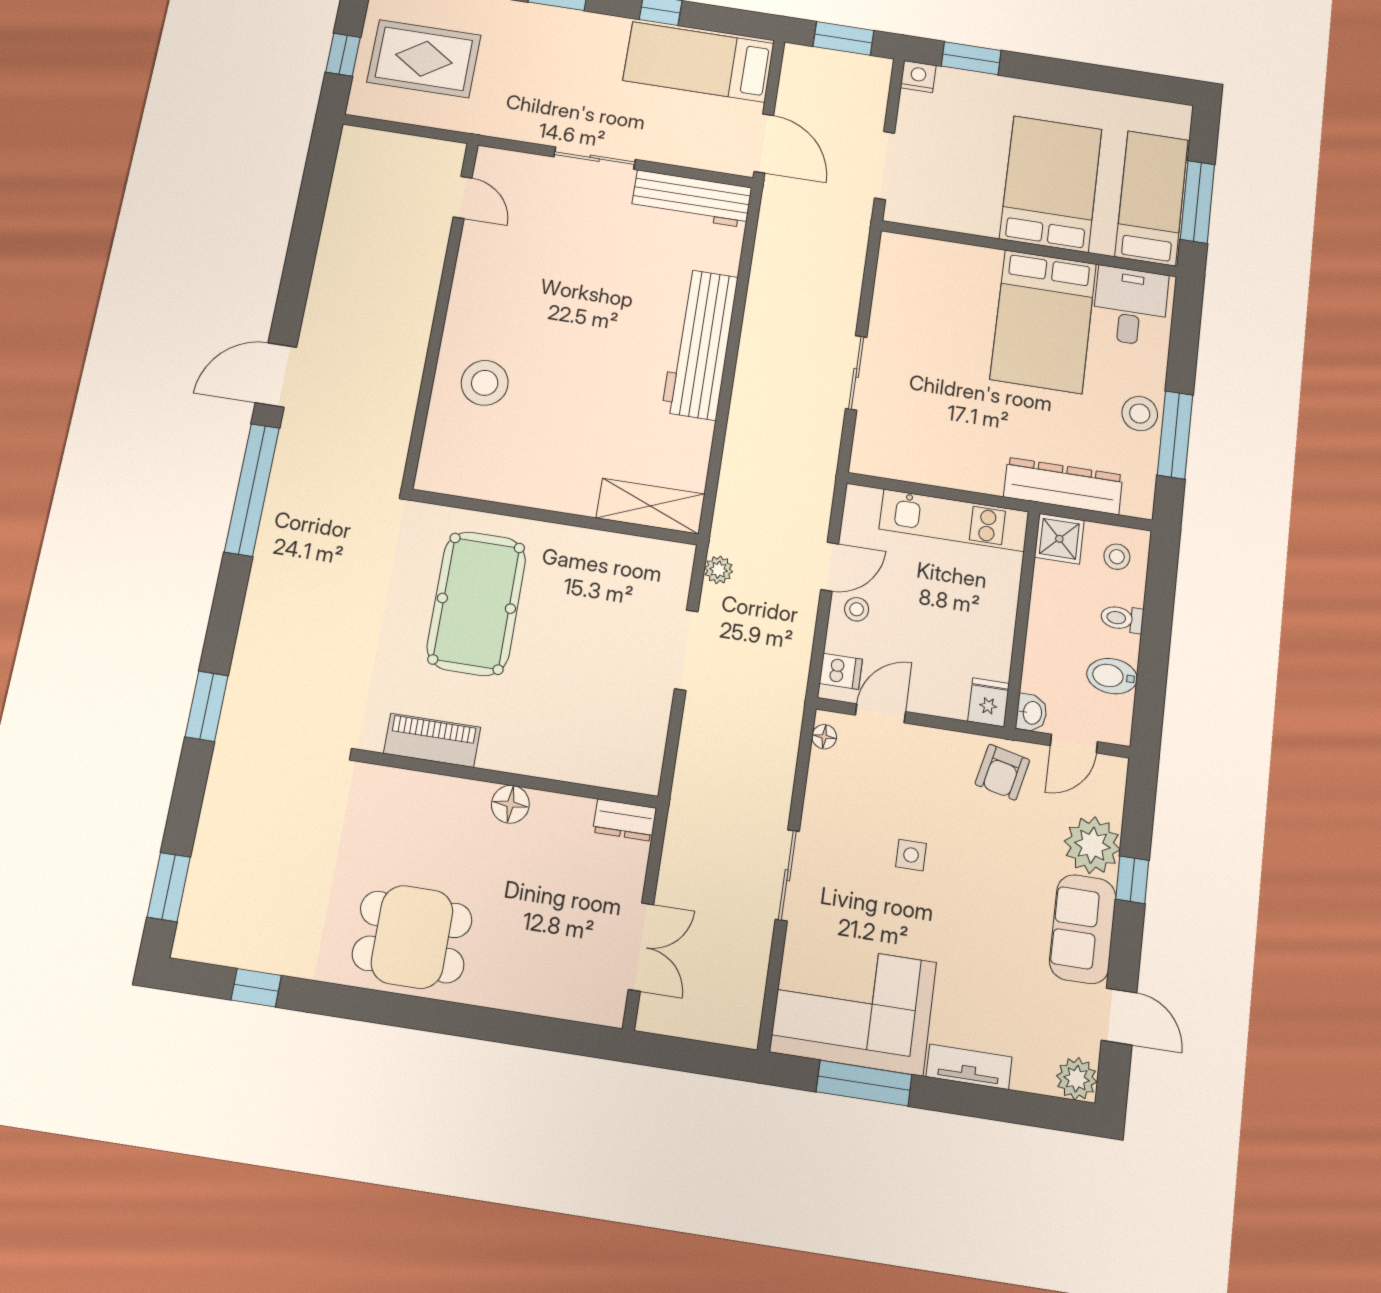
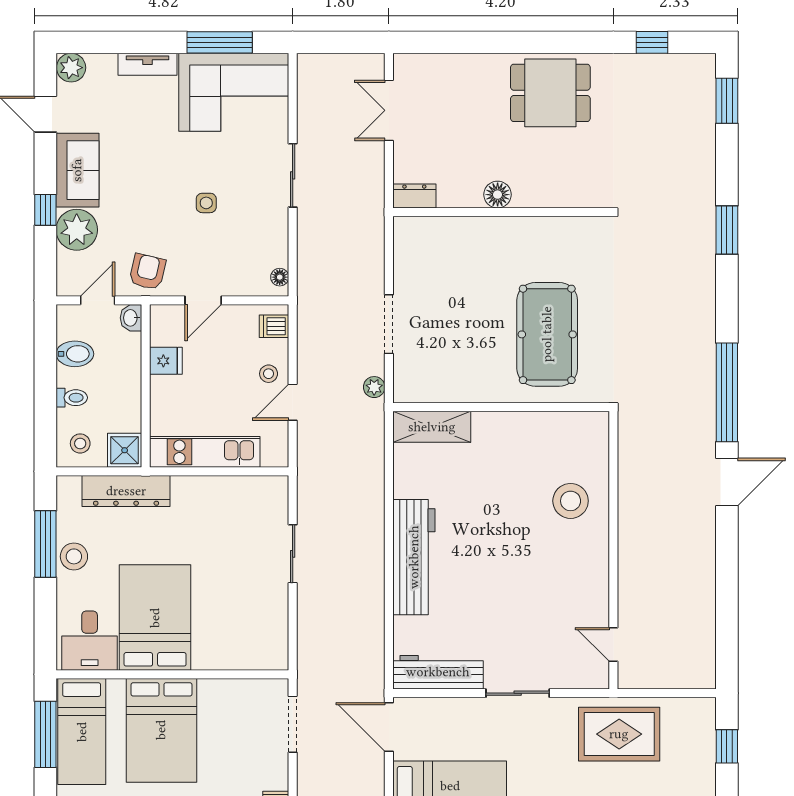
rug: (424, 59) -> (619, 734), moved
fridge: (989, 702) -> (166, 361), moved, turned -90
door: (880, 713) -> (203, 300), moved
piano: (432, 740) -> (561, 231), removed

